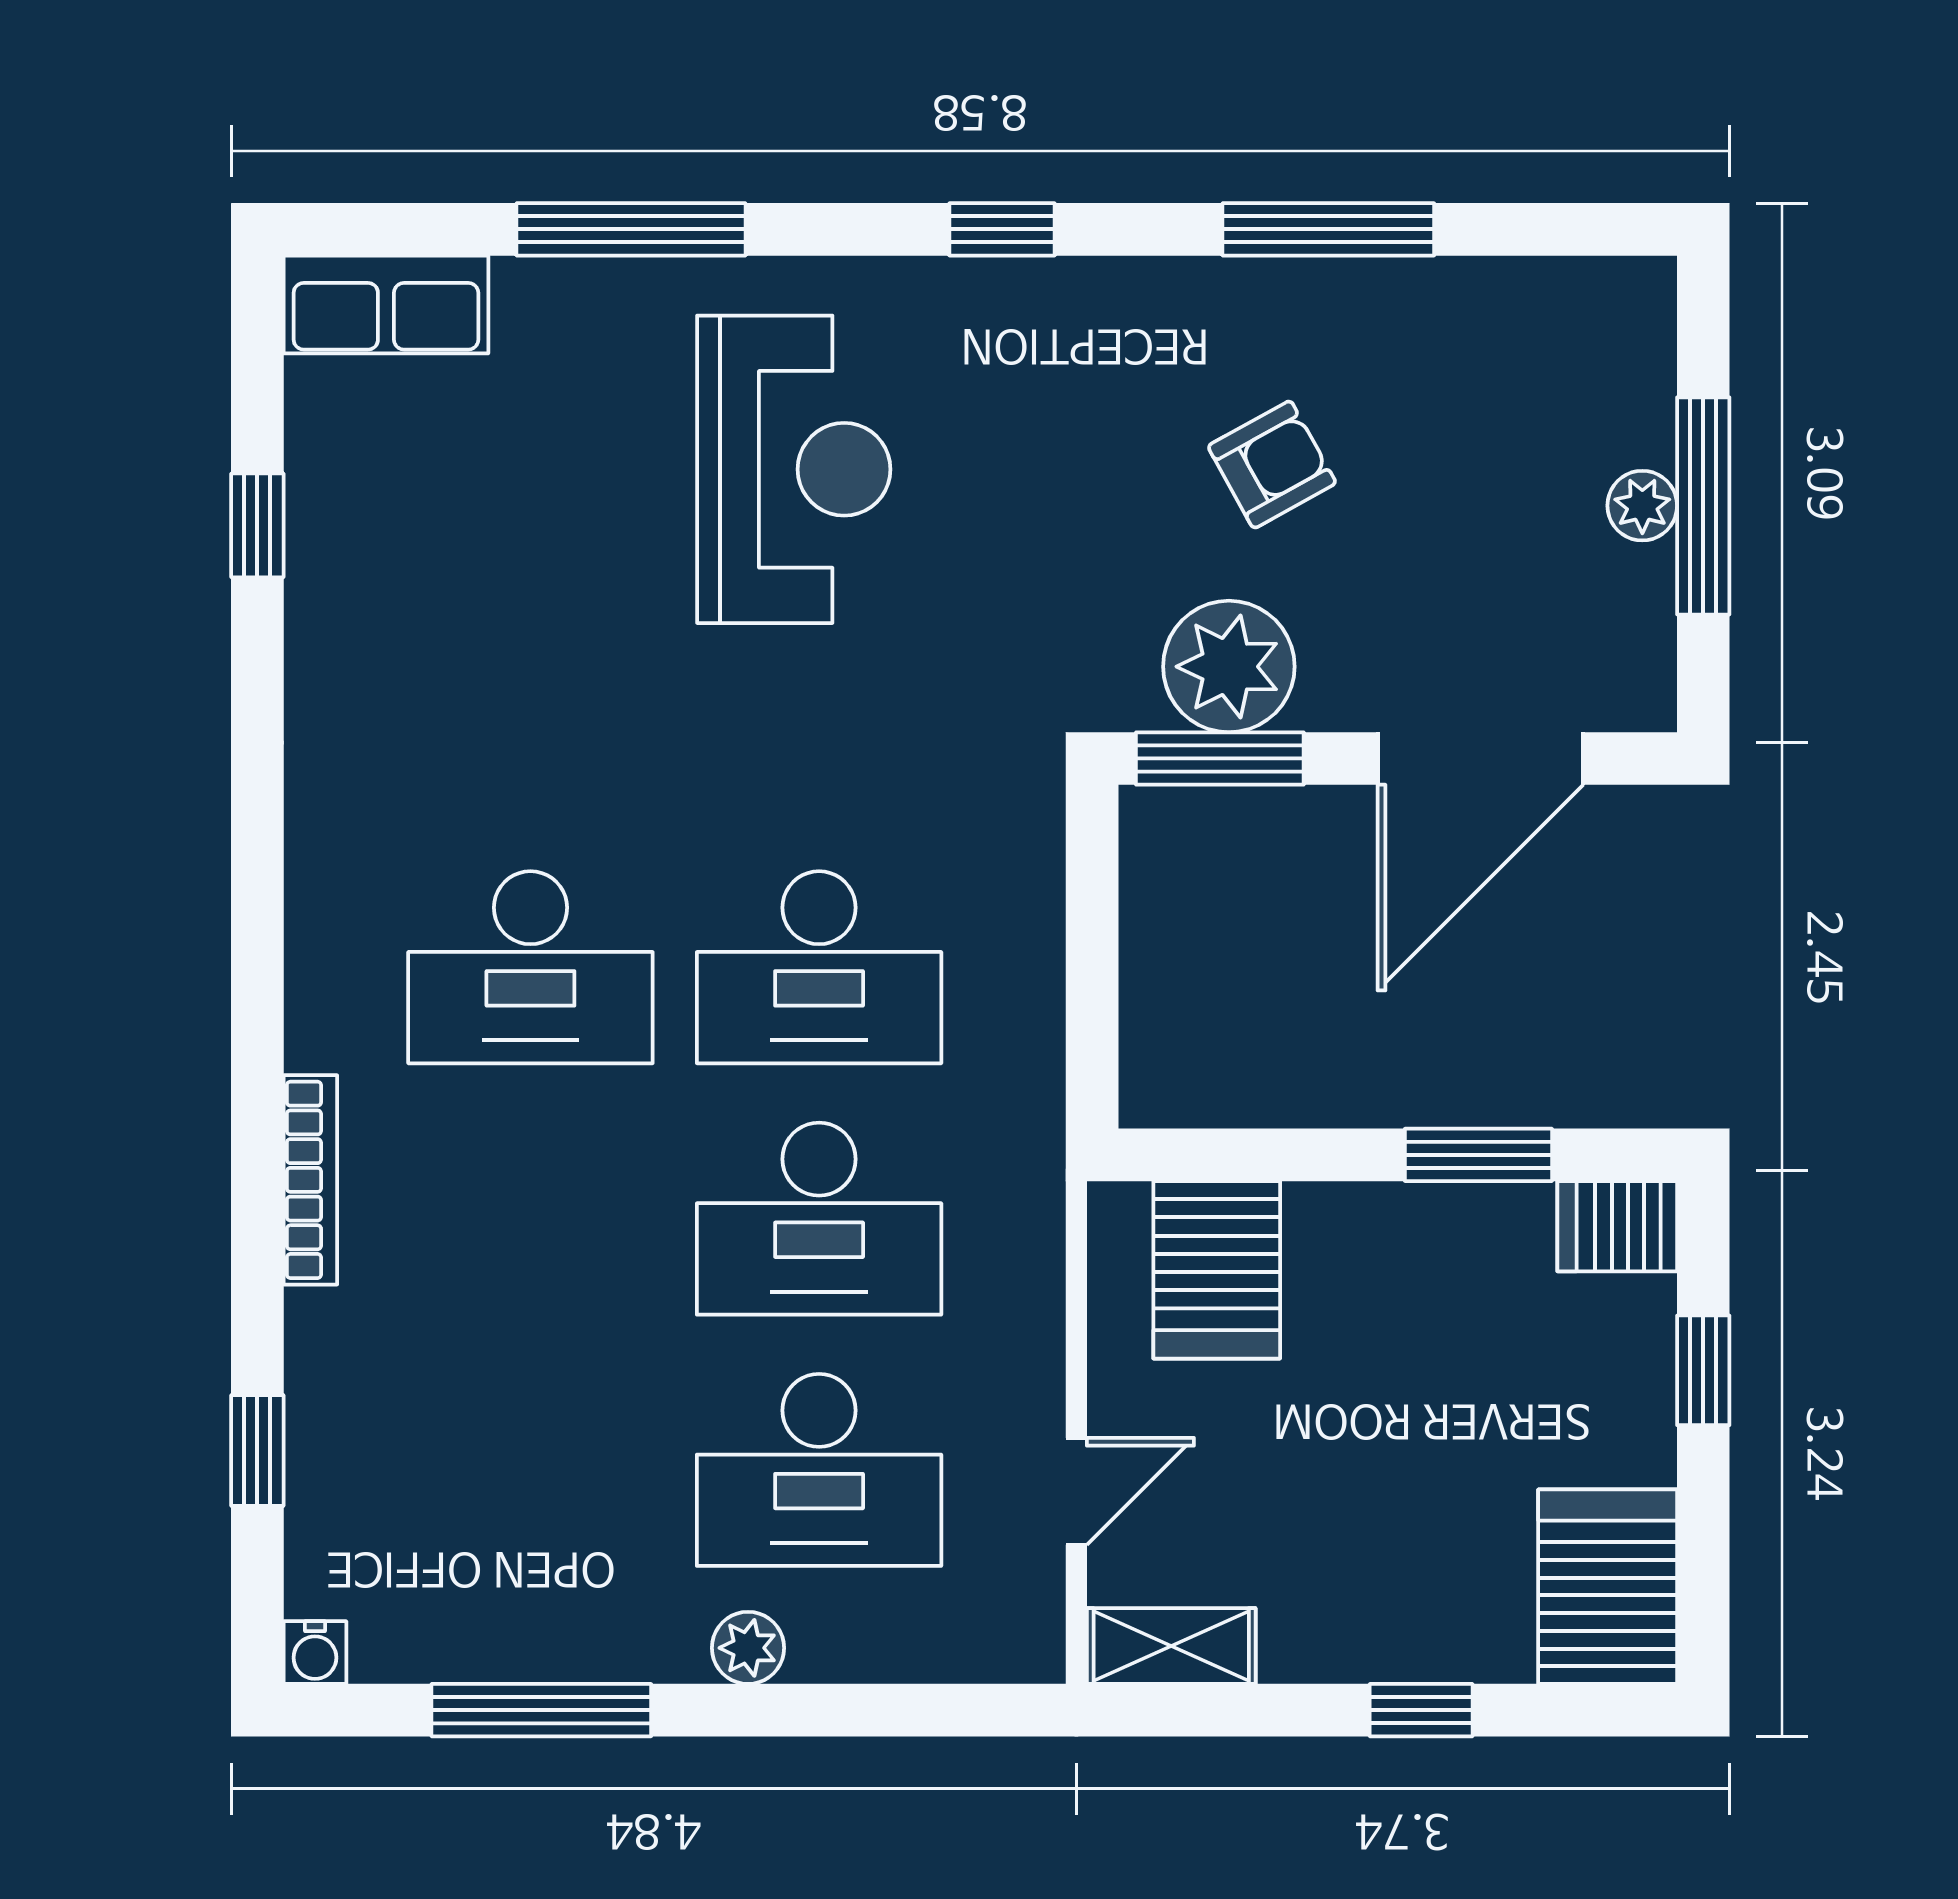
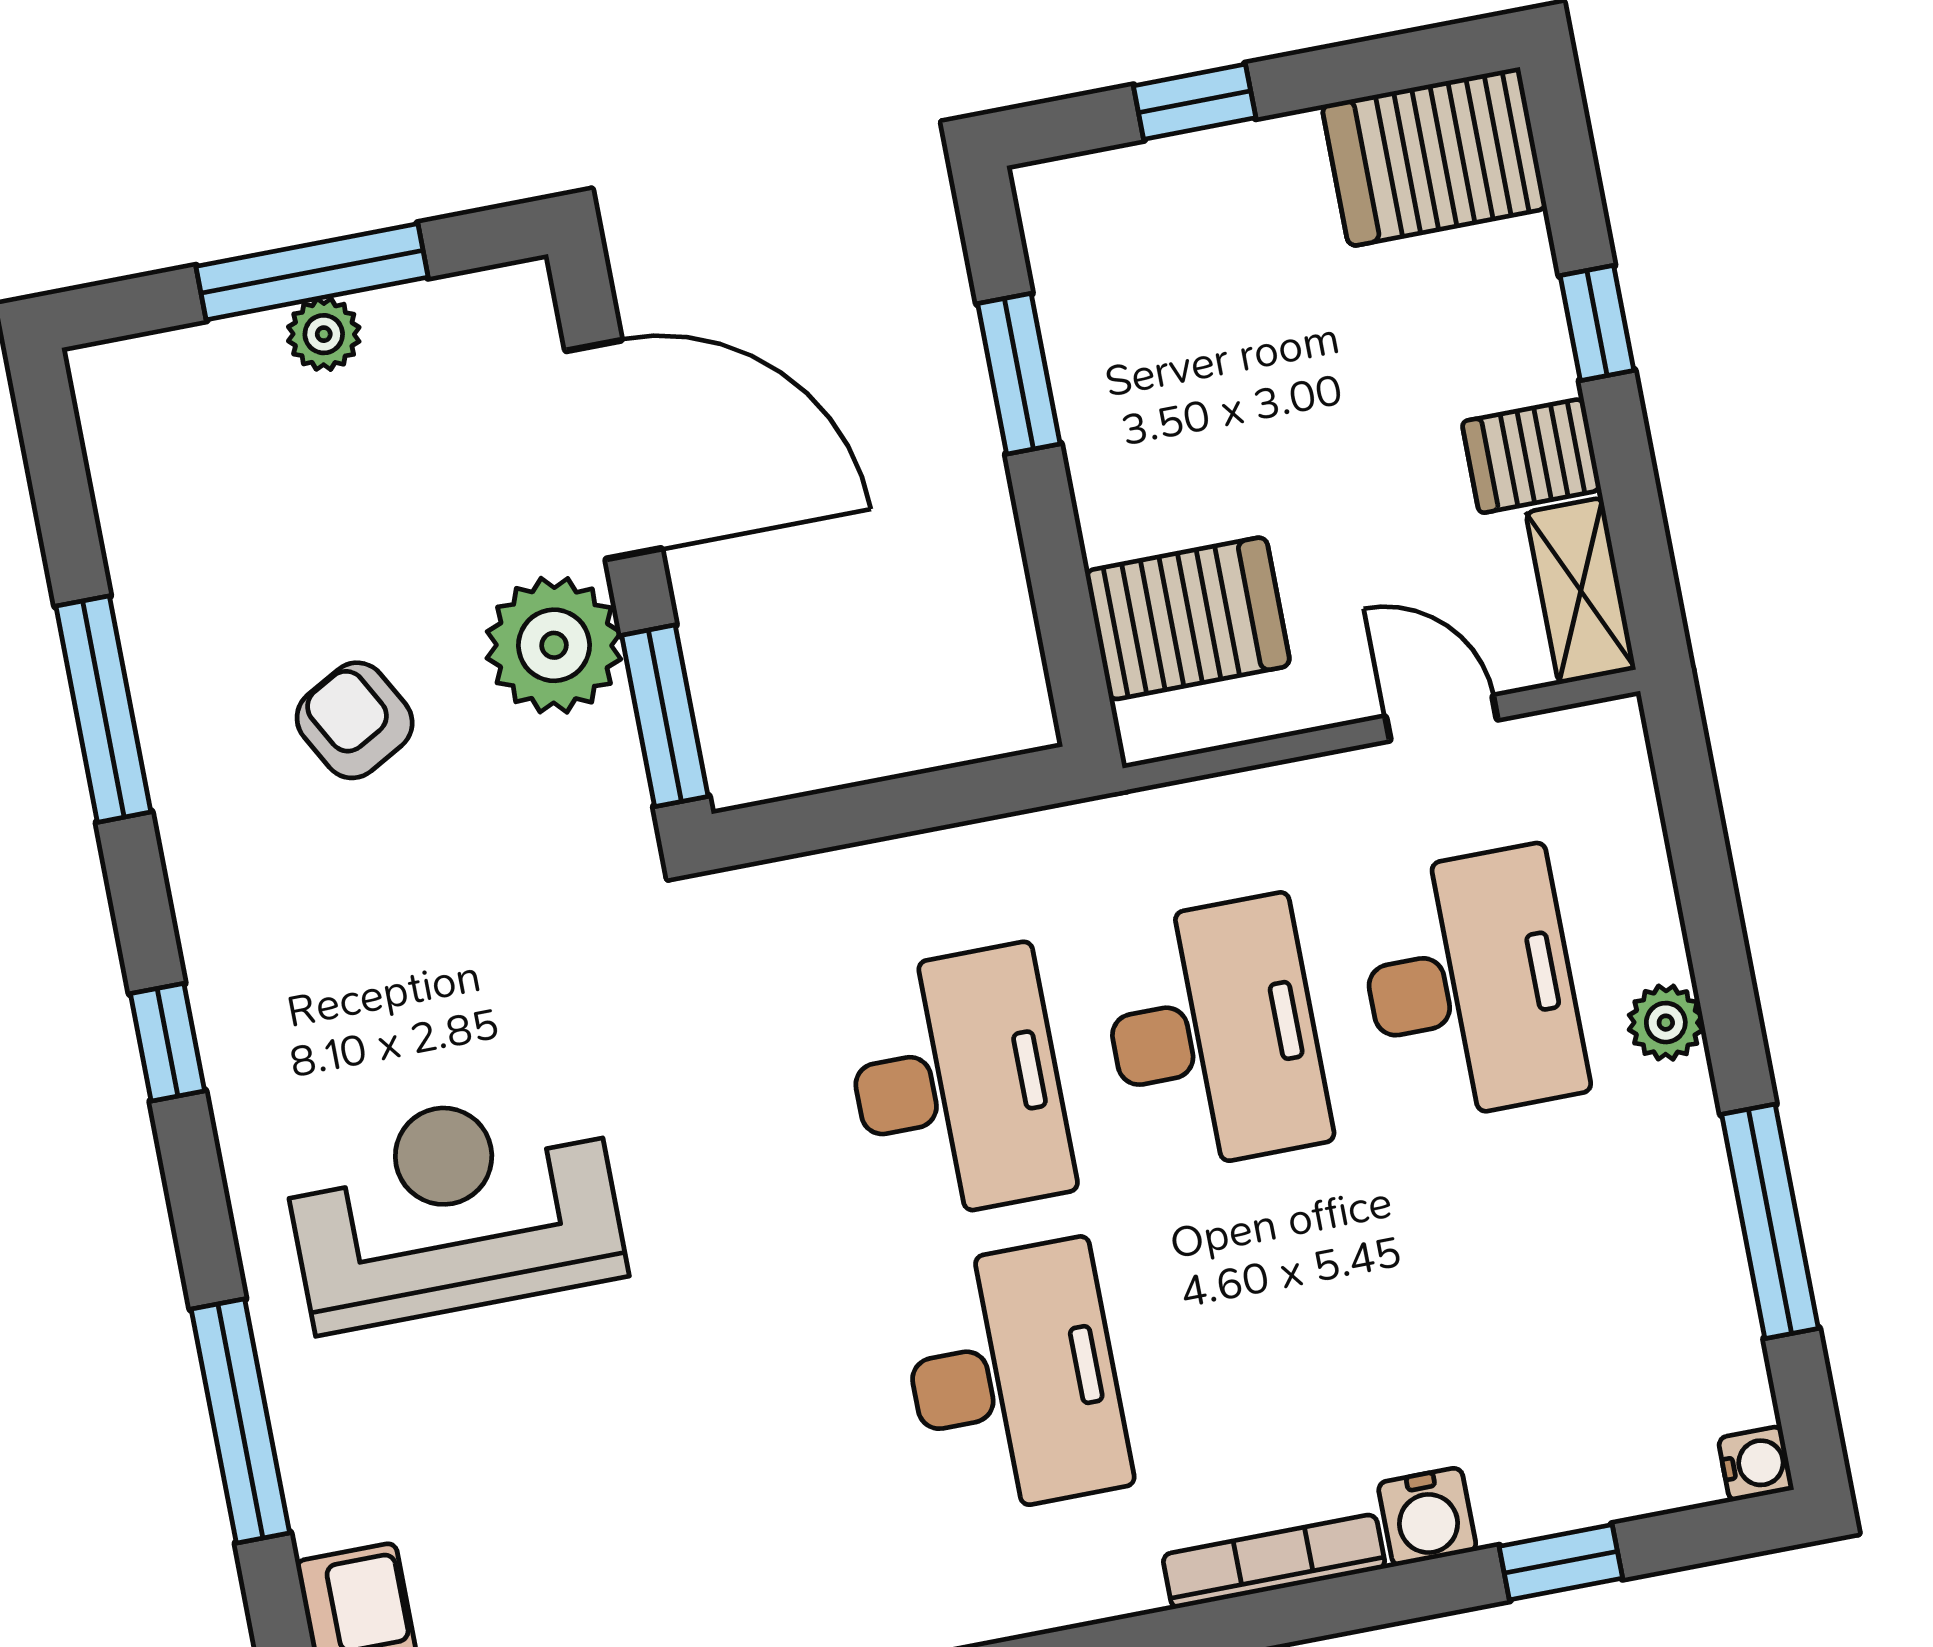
plant: (1229, 667) -> (554, 645), moved
server rack: (1617, 1226) -> (1532, 456), moved, turned 90
water cooler: (325, 1333) -> (1427, 1517), added

